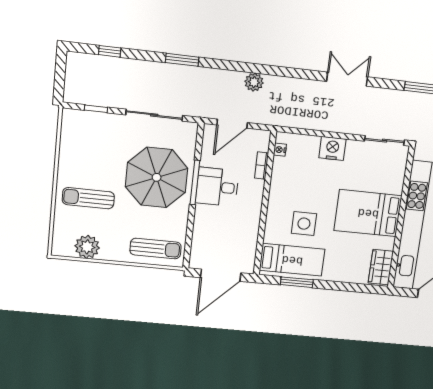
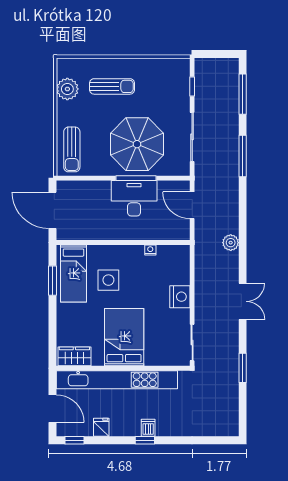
window: (110, 51) -> (243, 94), width x2.17
window: (182, 60) -> (243, 156), width x1.44
plant: (254, 82) -> (231, 243), moved
nightstand: (280, 150) -> (150, 250), moved
bookcase: (261, 165) -> (158, 235), removed
desk: (217, 187) -> (134, 198), width x1.37
sun lounger: (88, 198) -> (112, 86), turned 90

